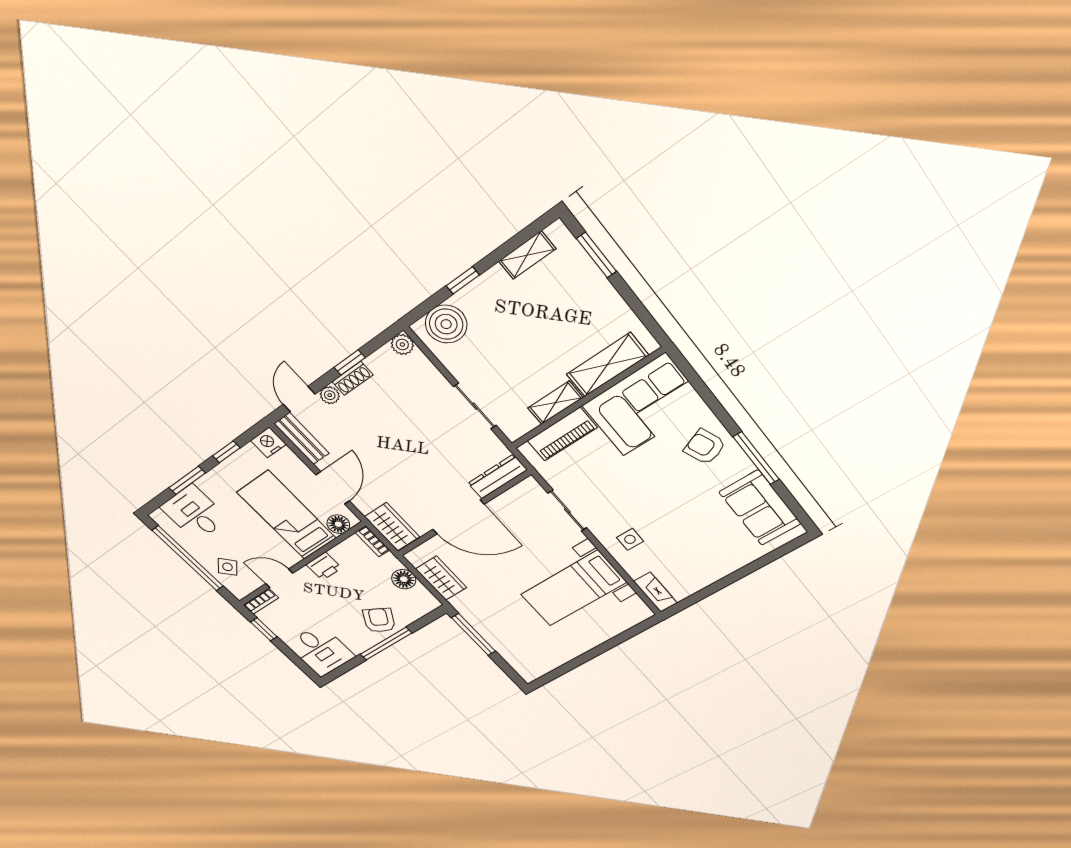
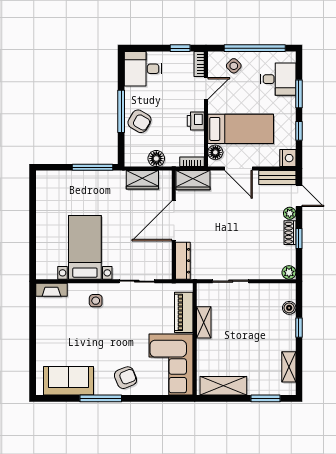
boiler: (446, 324) -> (289, 308), width x0.54, depth x0.54
shelving: (607, 365) -> (223, 386), moved, turned 90

